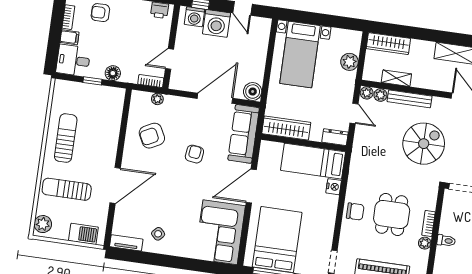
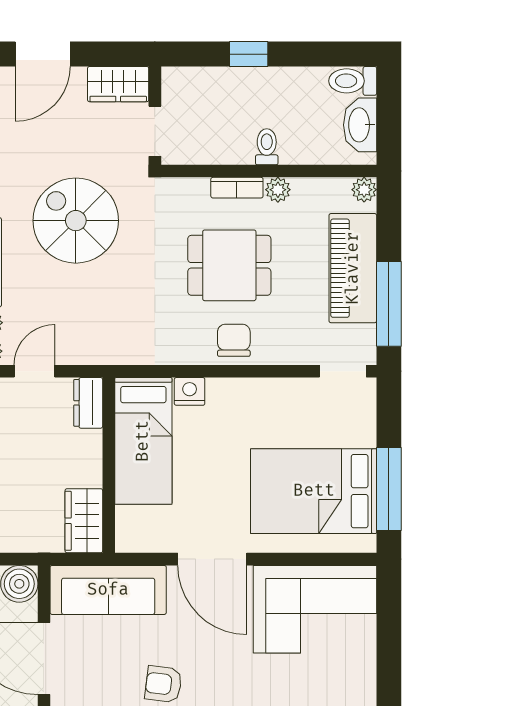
wardrobe: (286, 128) -> (84, 521), width x0.67

